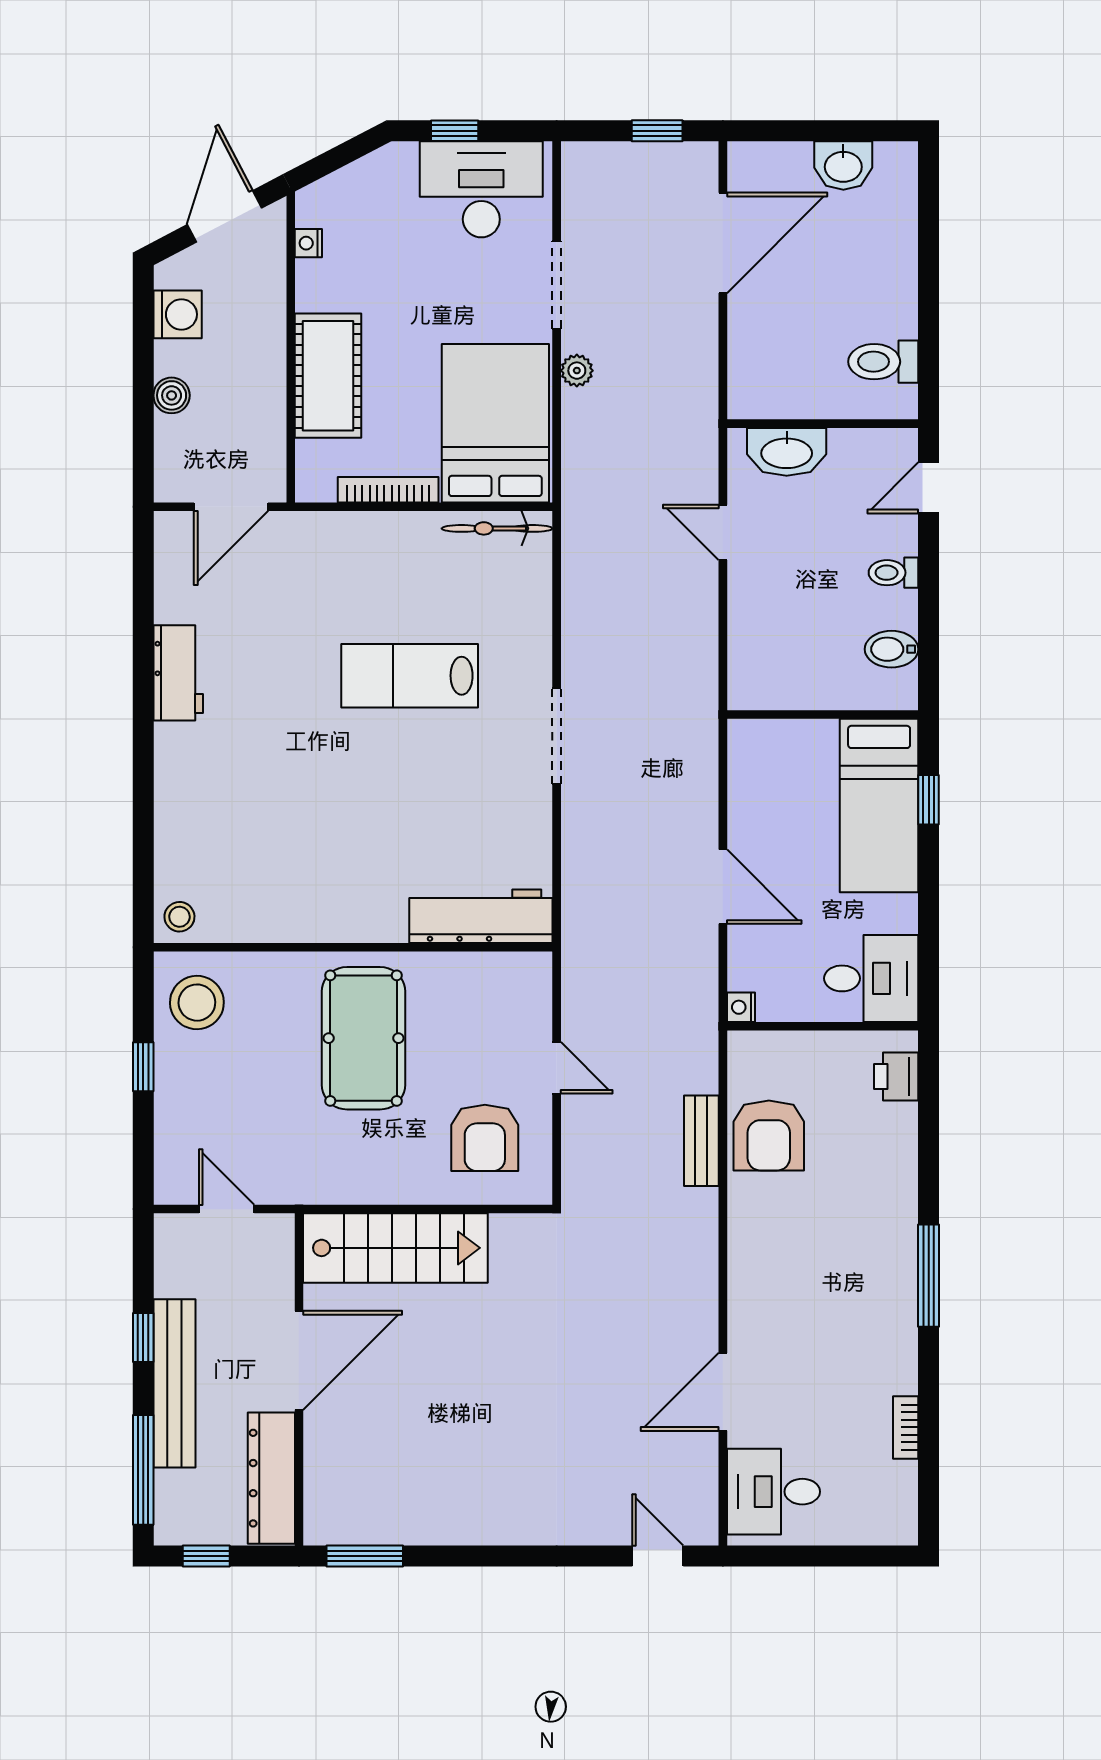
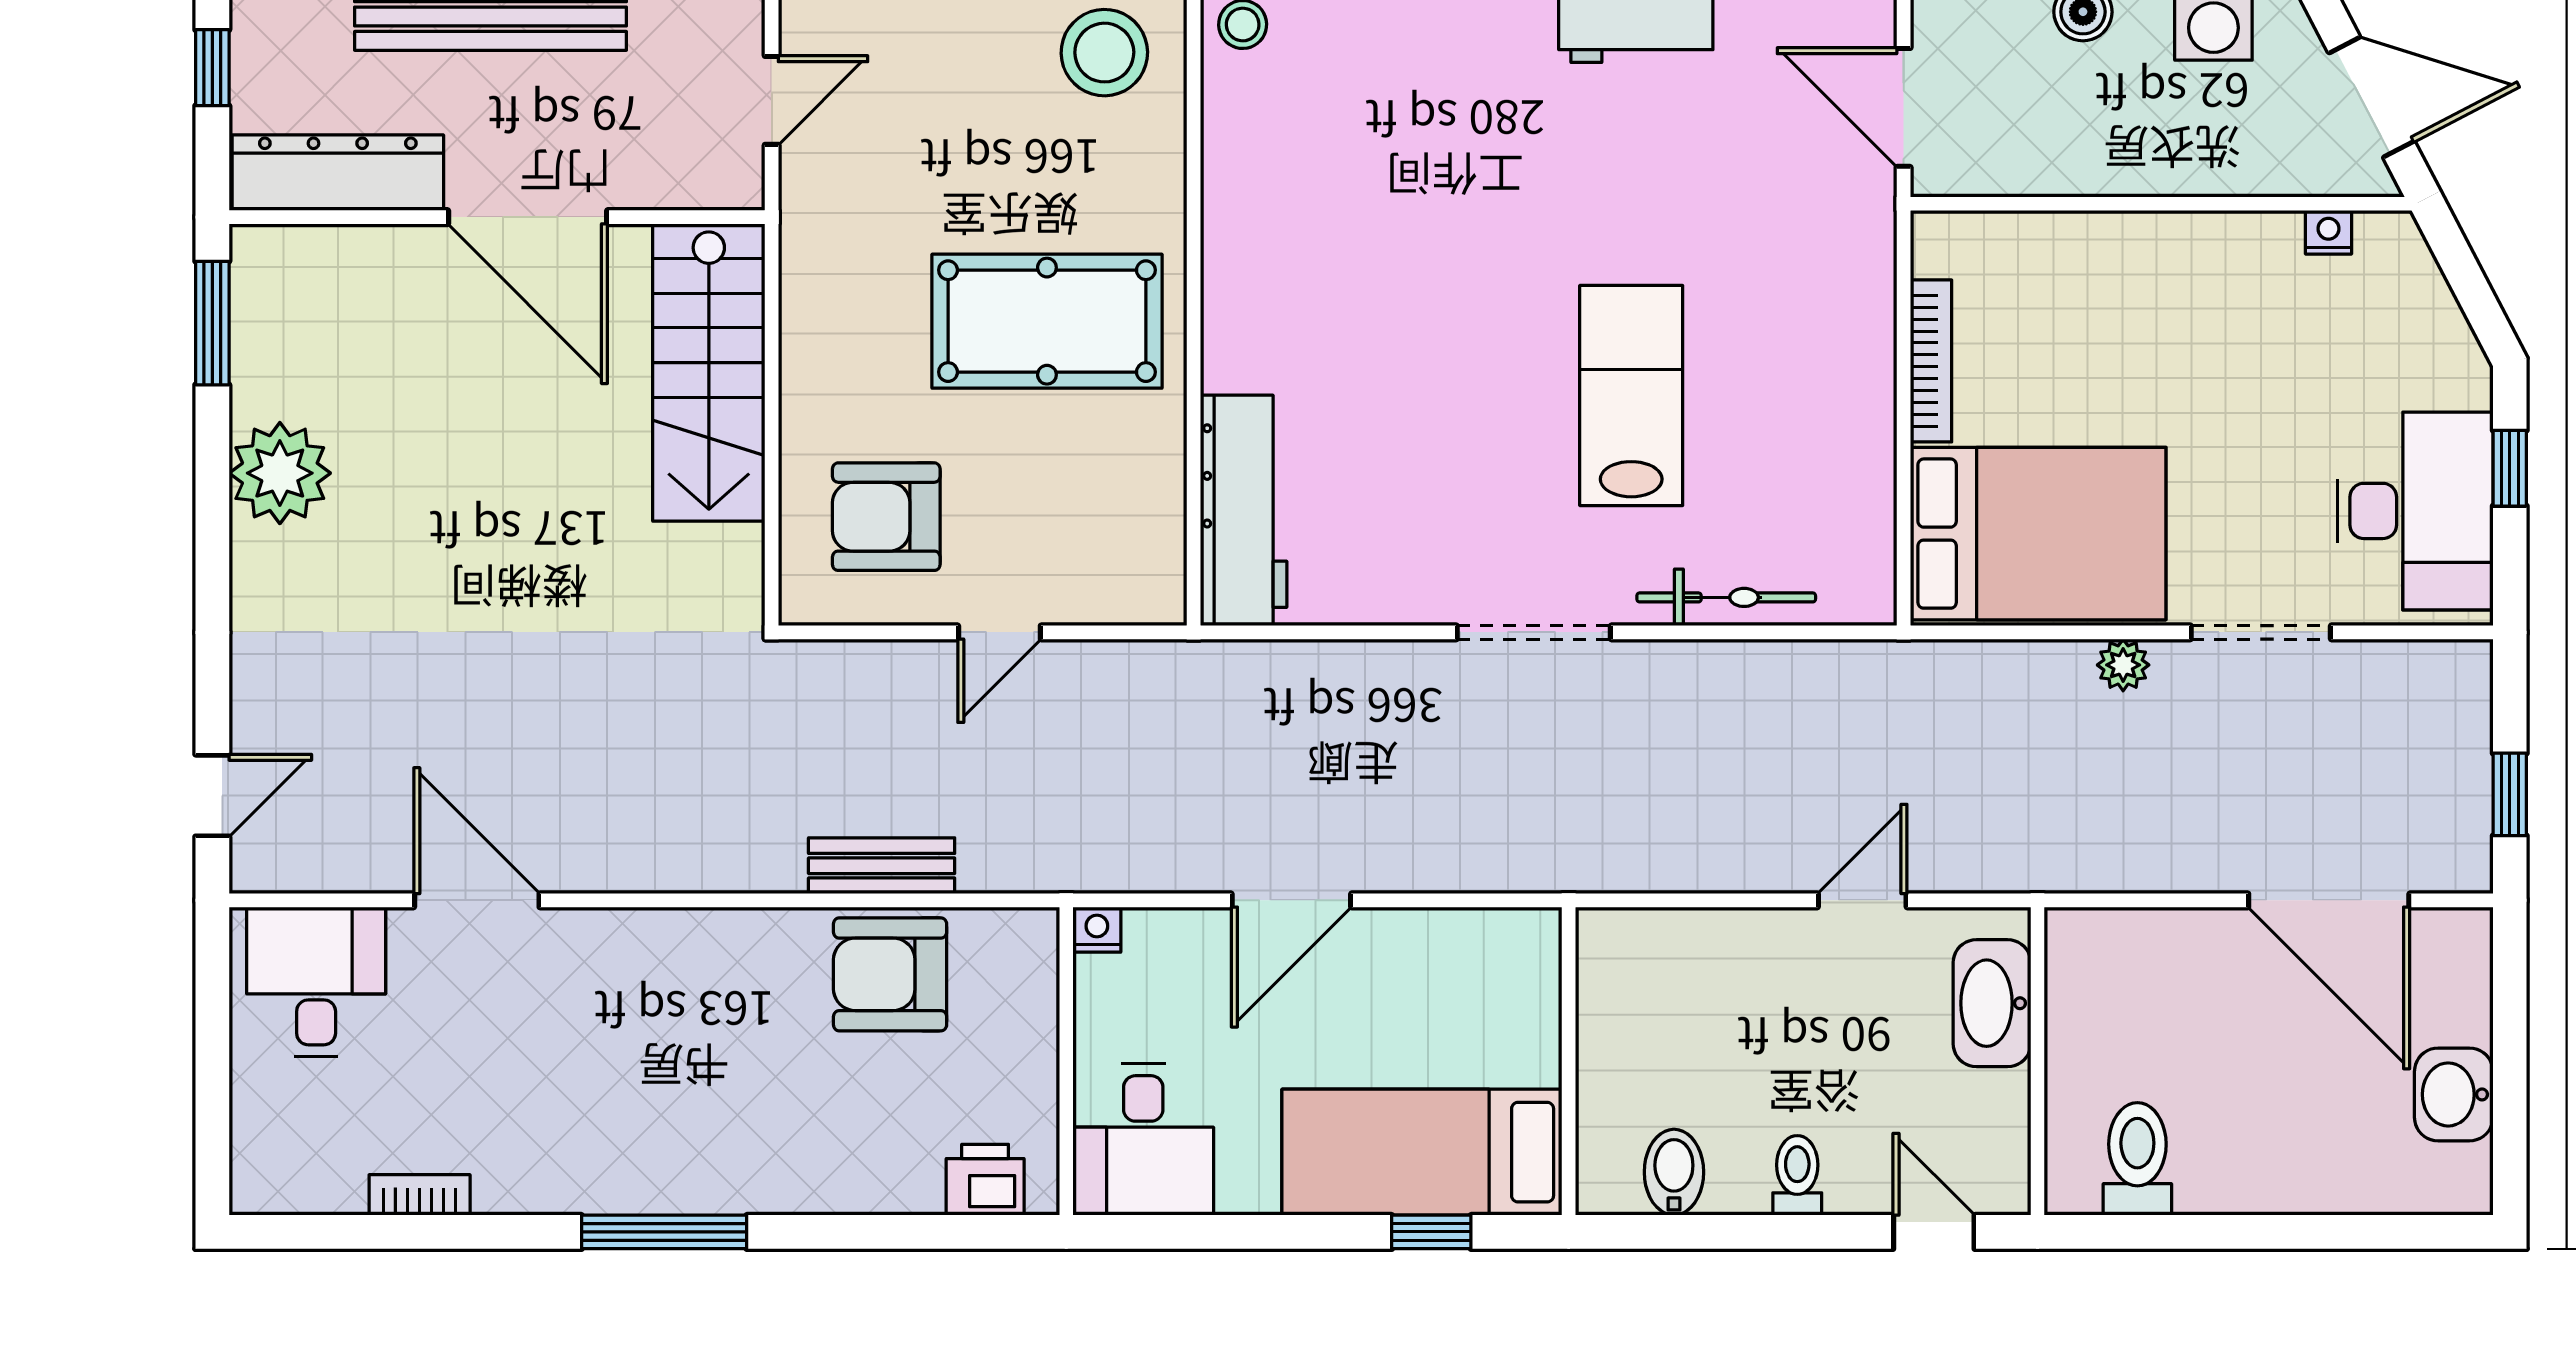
cot: (328, 376) -> (2115, 264), removed
bicycle: (497, 528) -> (1726, 597), moved, turned 90
plant: (458, 1514) -> (280, 473), added

